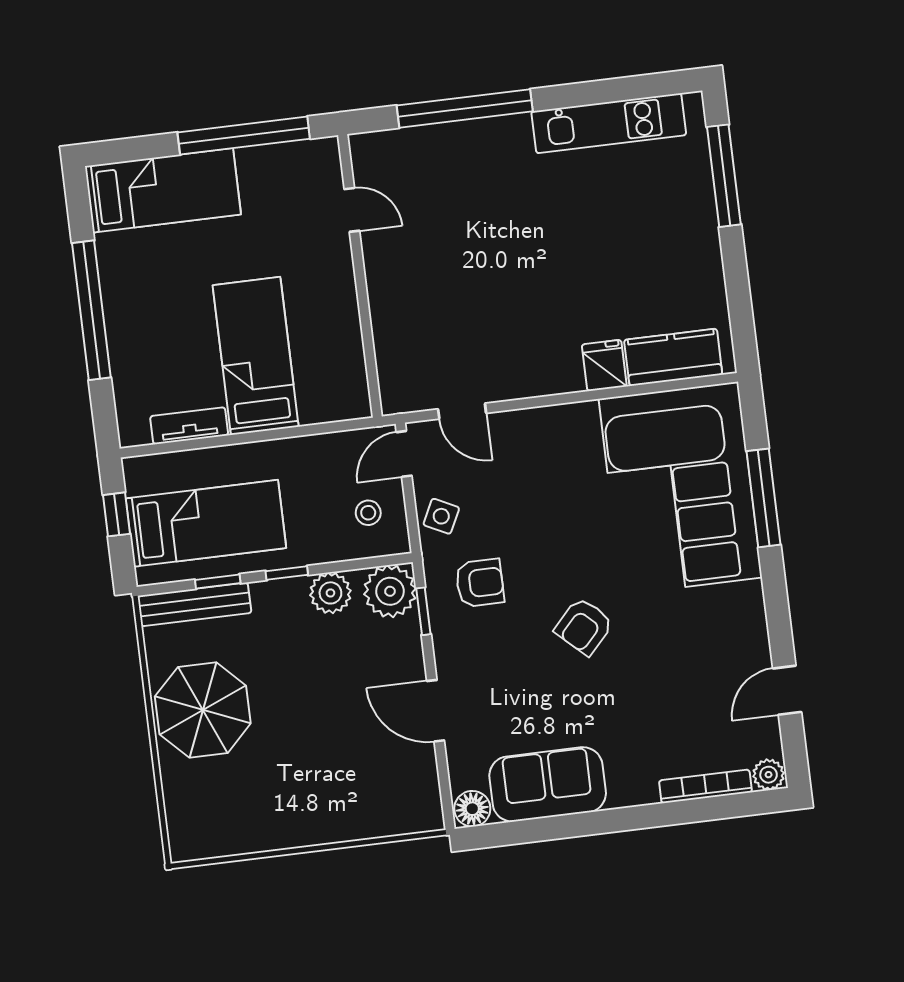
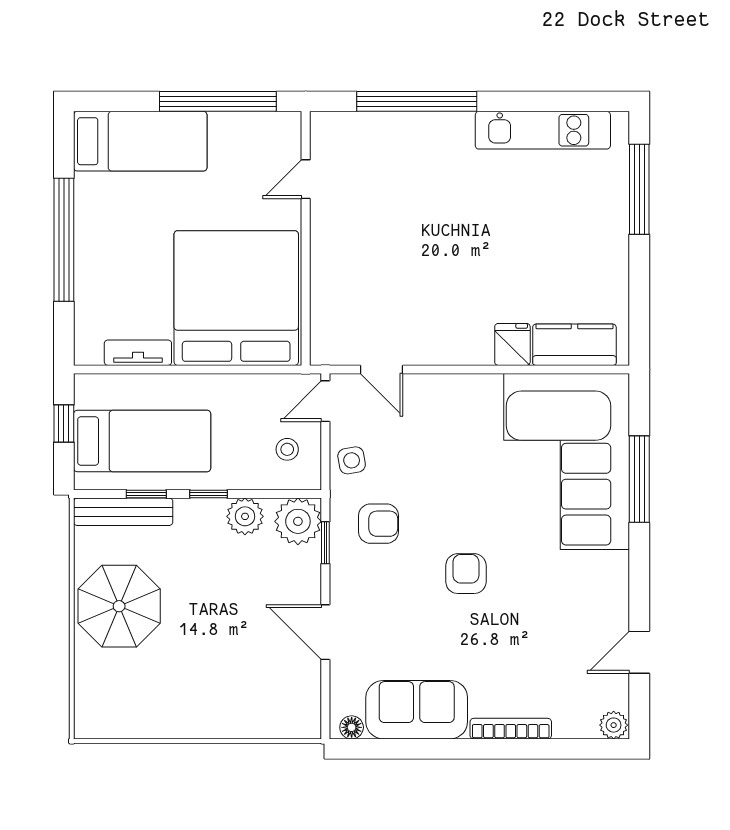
door: (352, 210) -> (306, 179), swing flipped
bed: (256, 356) -> (236, 298), width x2.04
side table: (441, 516) -> (352, 460), turned -36
armchair: (584, 626) -> (466, 574), turned 137
bookcase: (705, 786) -> (511, 729), moved
floor lamp: (472, 809) -> (352, 727), width x0.73, depth x0.73

